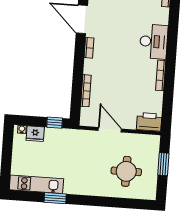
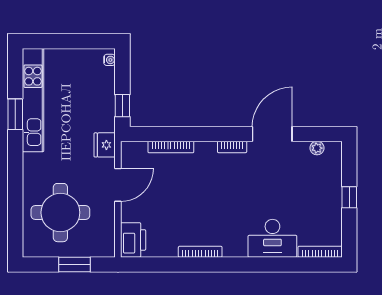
desk: (154, 42) -> (272, 238), moved
fridge: (35, 134) -> (105, 145), moved
round table: (126, 171) -> (60, 213), width x1.36, depth x1.36
kitchen unit: (36, 184) -> (33, 100), width x1.36

